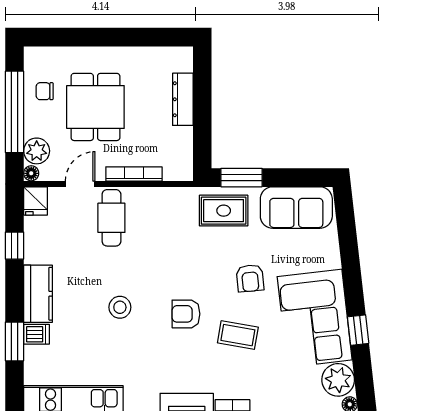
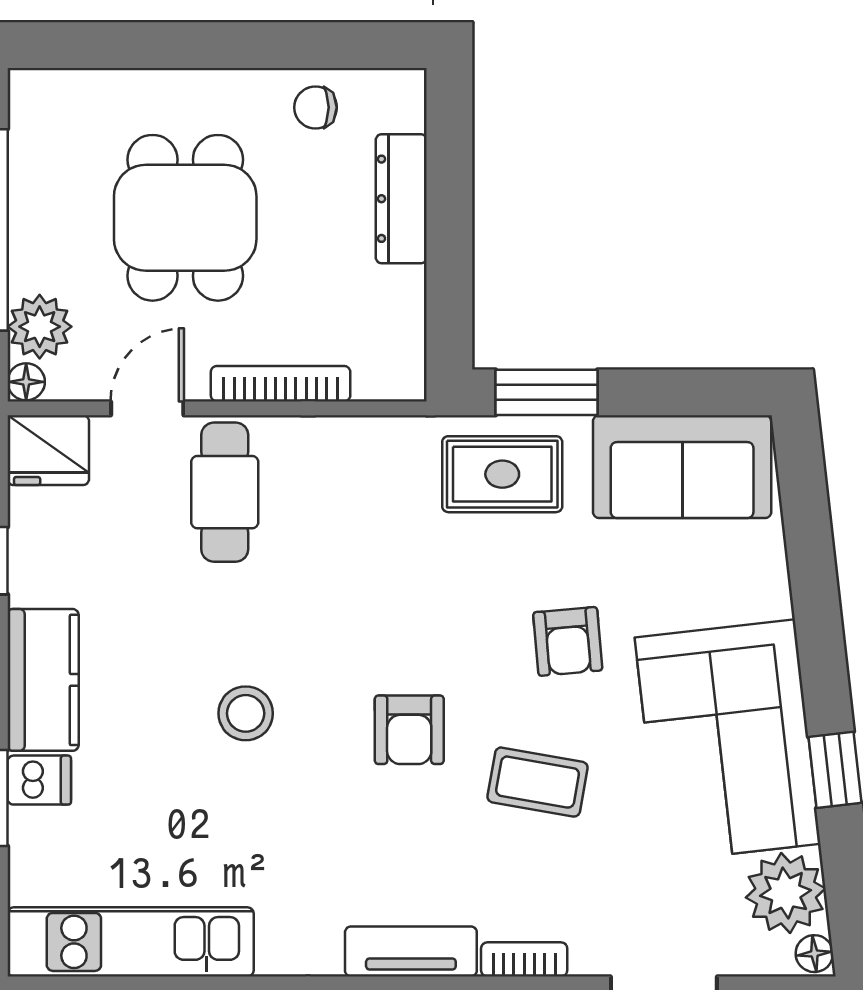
chair: (45, 91) -> (315, 107), moved
fridge: (36, 201) -> (48, 450), width x1.38
armchair: (186, 314) -> (409, 730), turned -90

